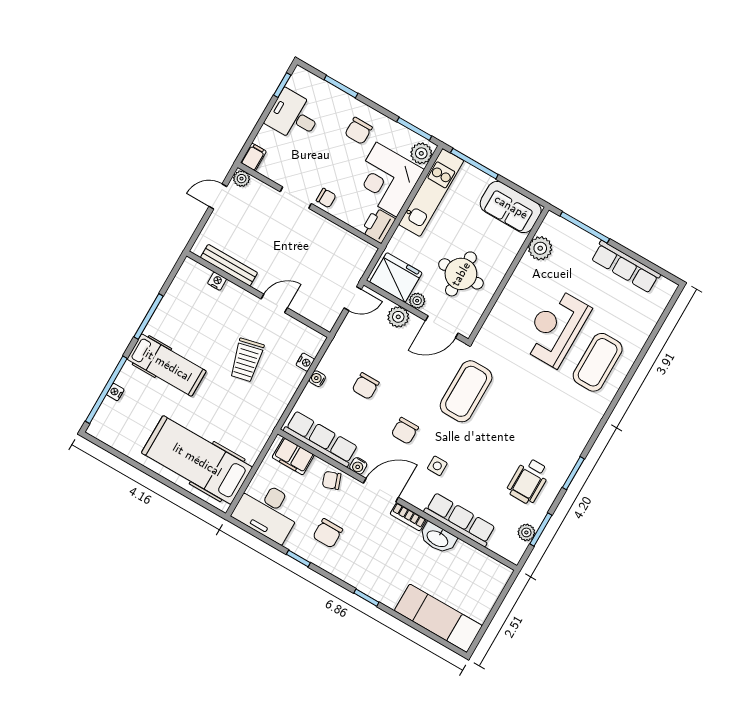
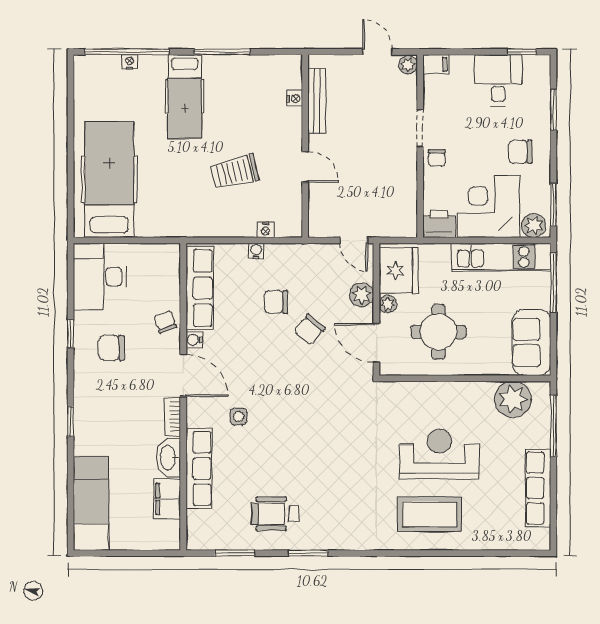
plant: (540, 248) -> (513, 399), width x1.36, depth x1.36
coffee table: (466, 391) -> (327, 403), removed
chair: (405, 431) -> (309, 330), moved, turned -50
filing cabinet: (293, 456) -> (167, 499), moved
plant: (526, 532) -> (224, 541), removed

